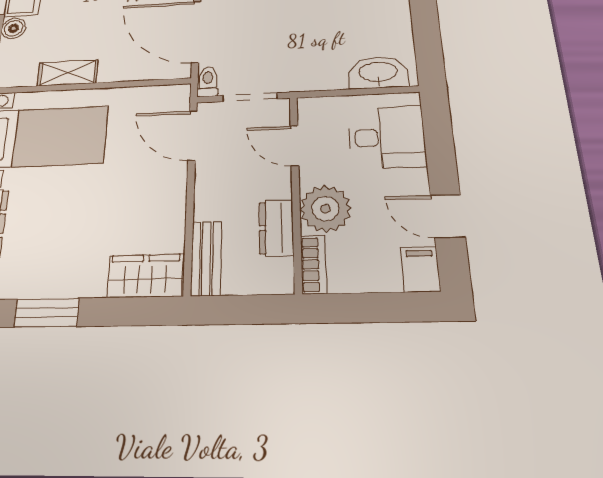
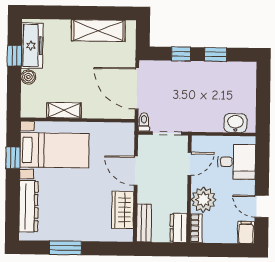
washbasin: (378, 73) -> (235, 123), width x0.72
door: (192, 135) -> (136, 171), moved
door: (295, 146) -> (189, 164), swing flipped
dresser: (276, 228) -> (179, 228), moved
wardrobe: (145, 276) -> (123, 210), moved, turned -90

